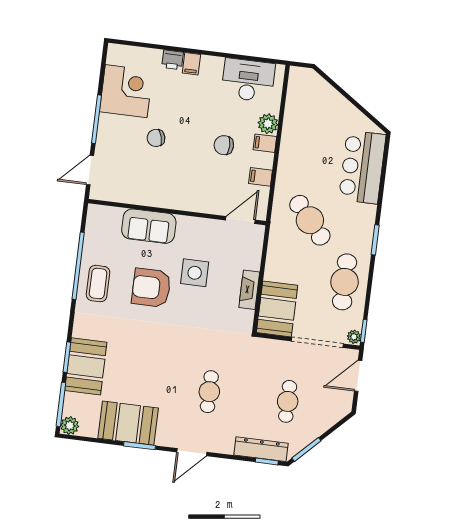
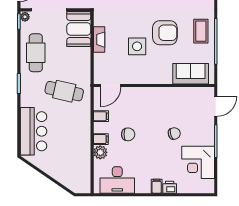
cafe table: (310, 220) -> (64, 91), turned -36
sofa: (149, 226) -> (191, 74), moved

